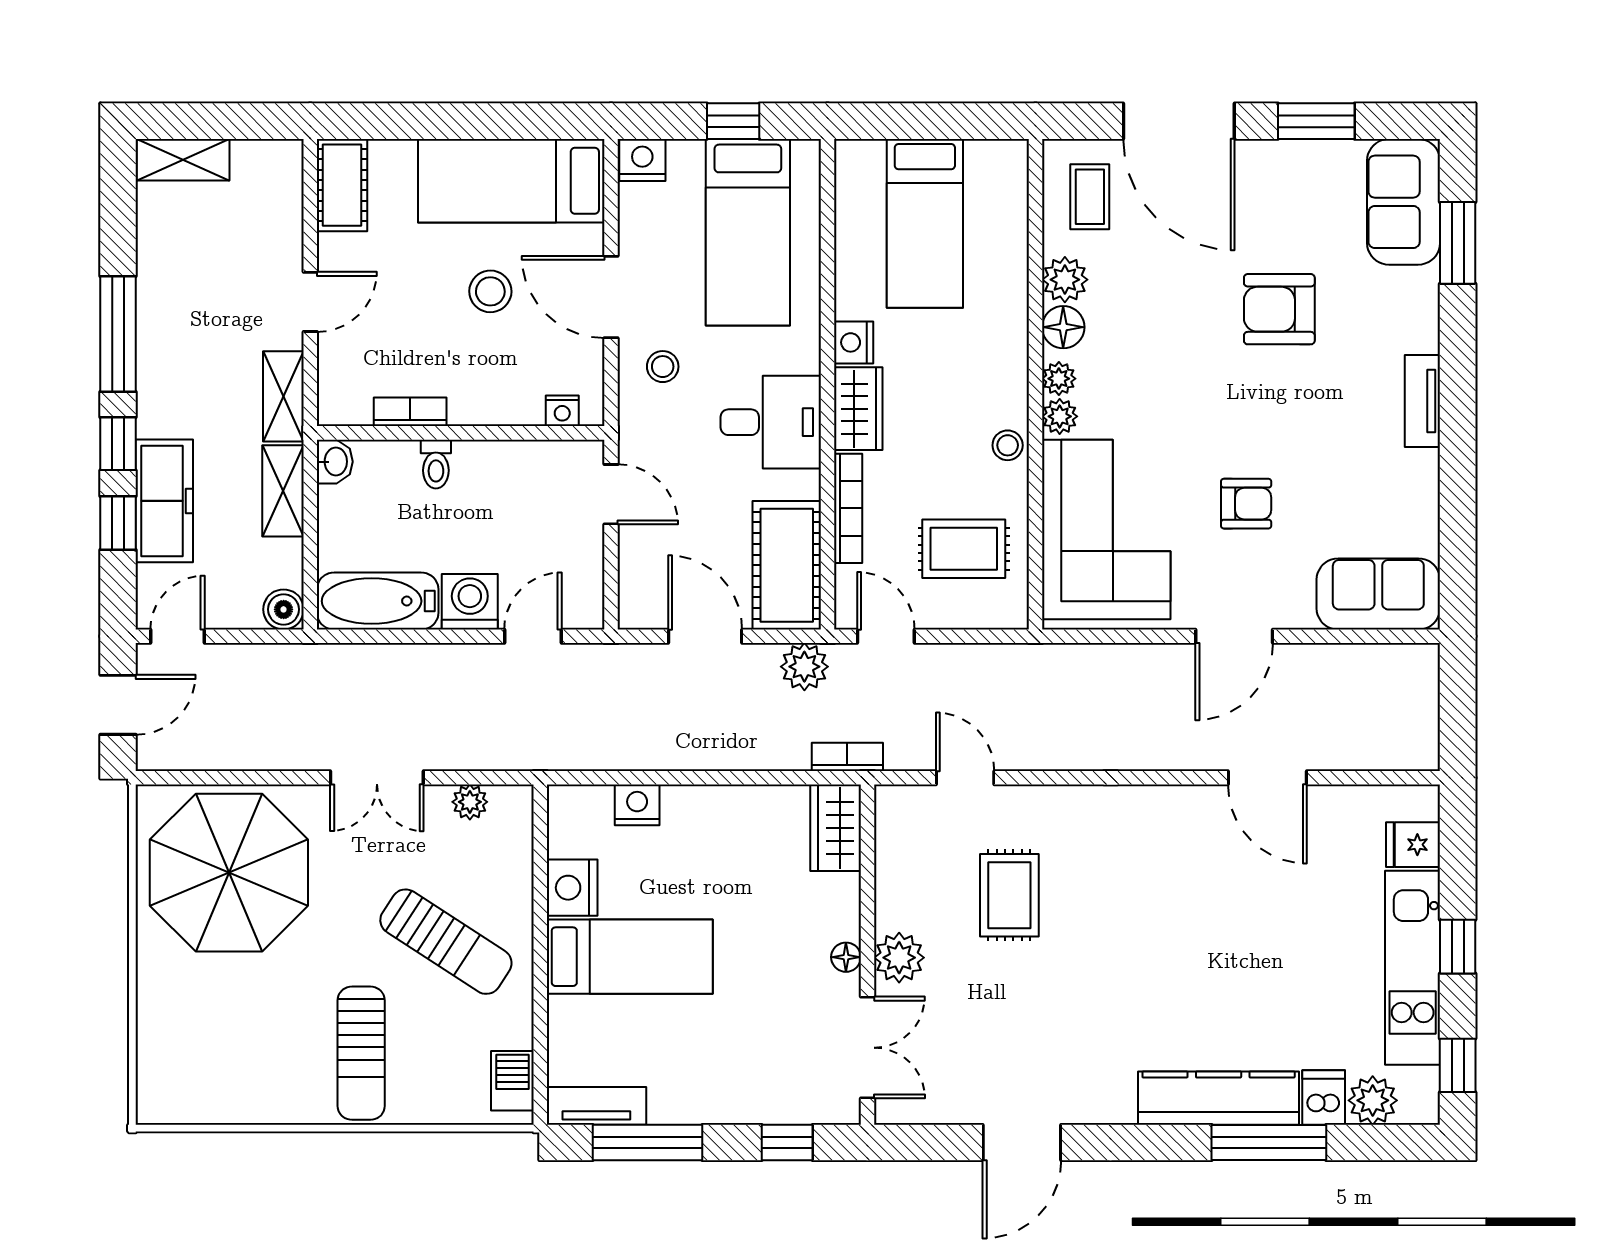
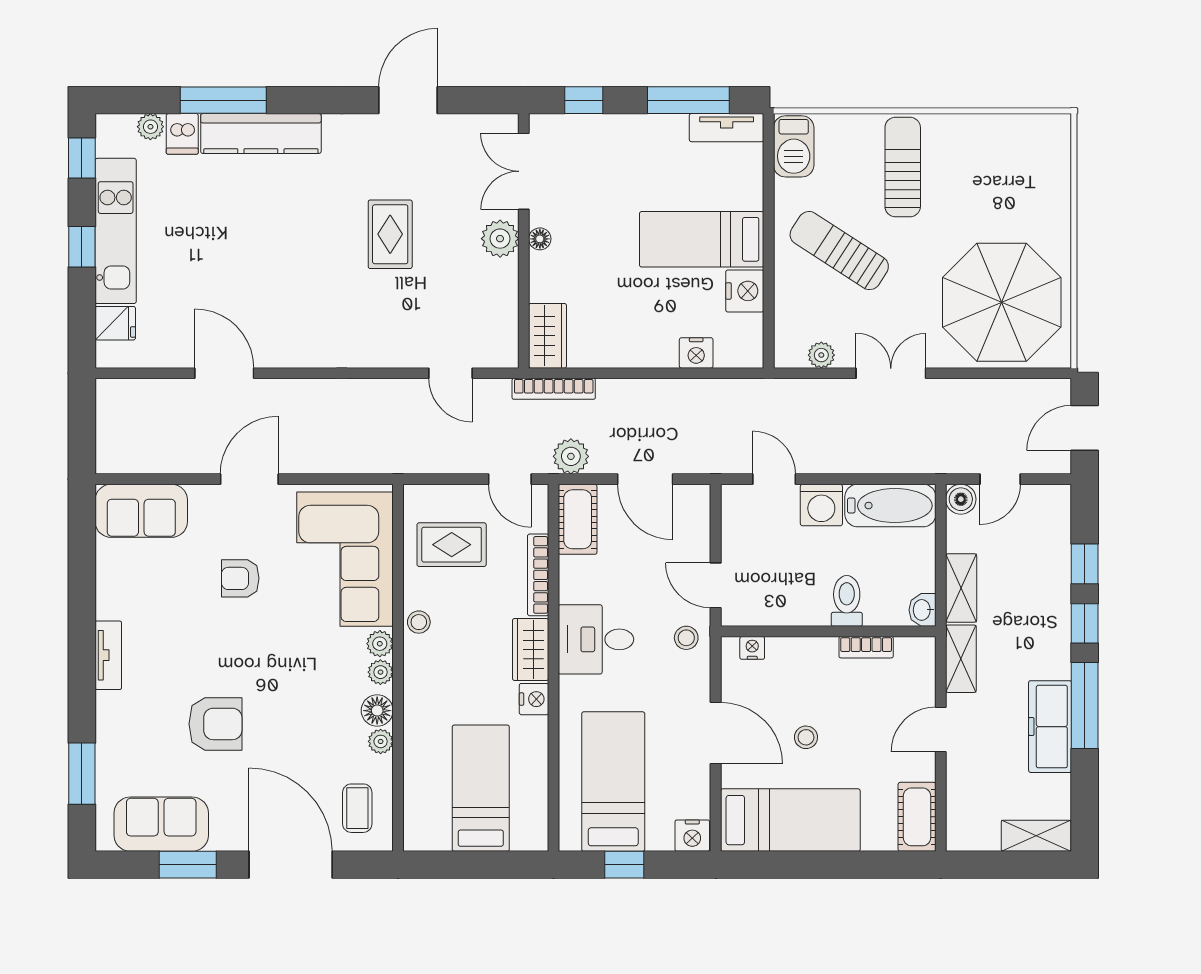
sofa: (1404, 202) -> (161, 824), moved, turned -90
plant: (1065, 280) -> (381, 741), width x0.73, depth x0.73
stool: (490, 291) -> (806, 737), width x0.73, depth x0.73
stool: (663, 367) -> (686, 638), moved
toilet: (436, 464) -> (847, 601), width x1.37, depth x1.39
freezer: (164, 501) -> (1050, 727), moved
cot: (787, 565) -> (578, 519), width x0.73, depth x0.75
door: (178, 636) -> (1000, 479), moved
door: (533, 636) -> (774, 479), swing flipped
bookcase: (847, 757) -> (554, 389), width x1.56
rug: (1009, 895) -> (390, 234), moved
barbecue: (512, 1081) -> (794, 146), width x1.38, depth x1.27
plant: (1373, 1100) -> (150, 127), width x0.73, depth x0.73

